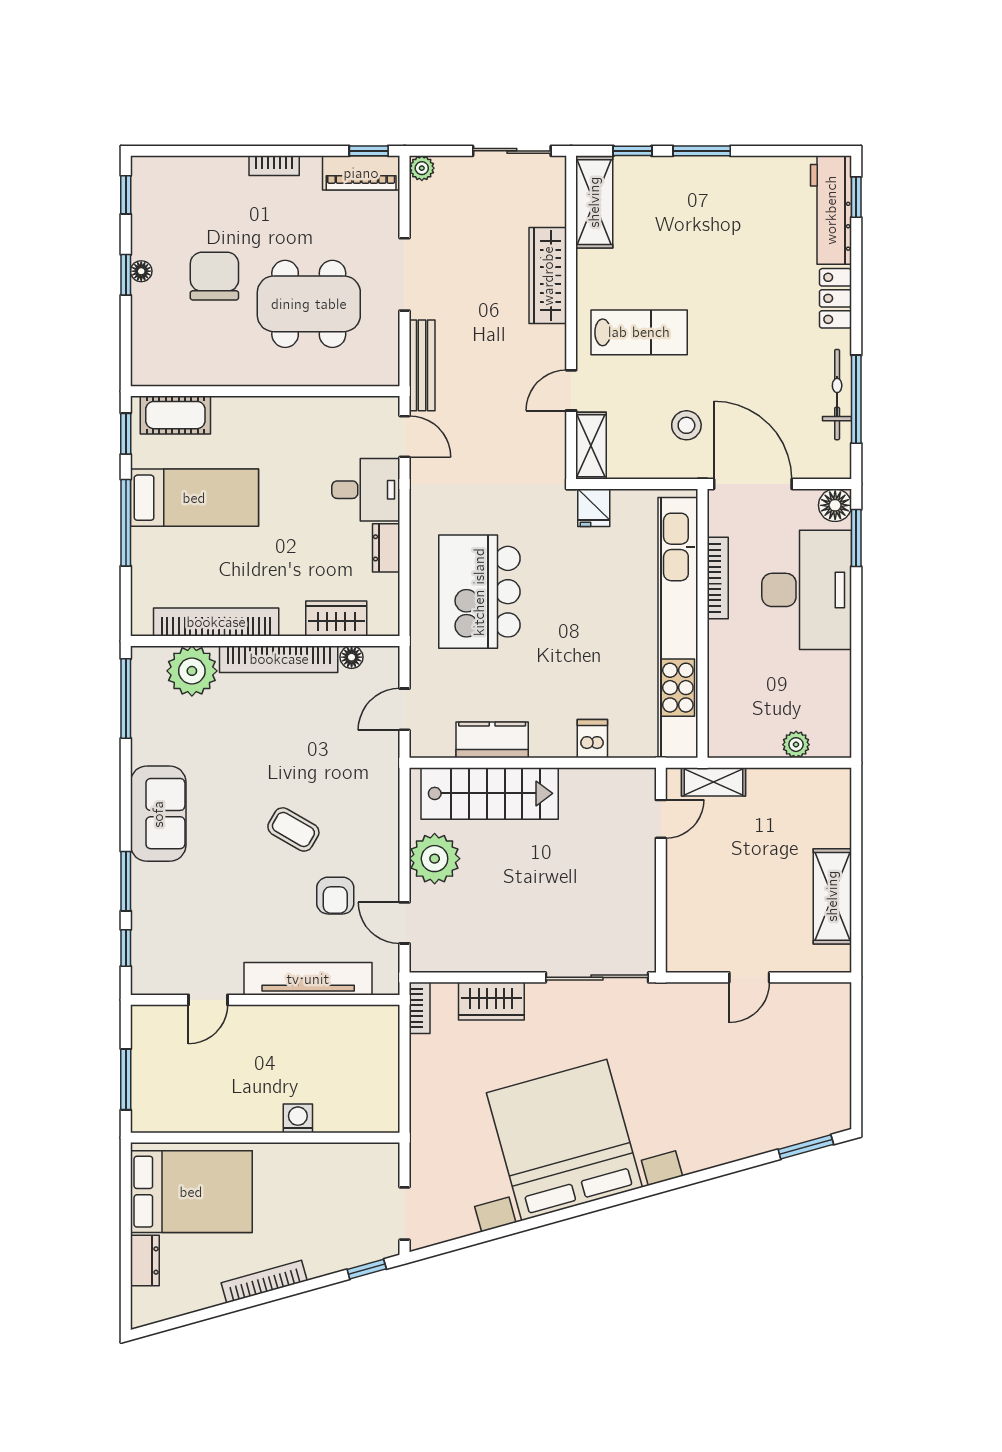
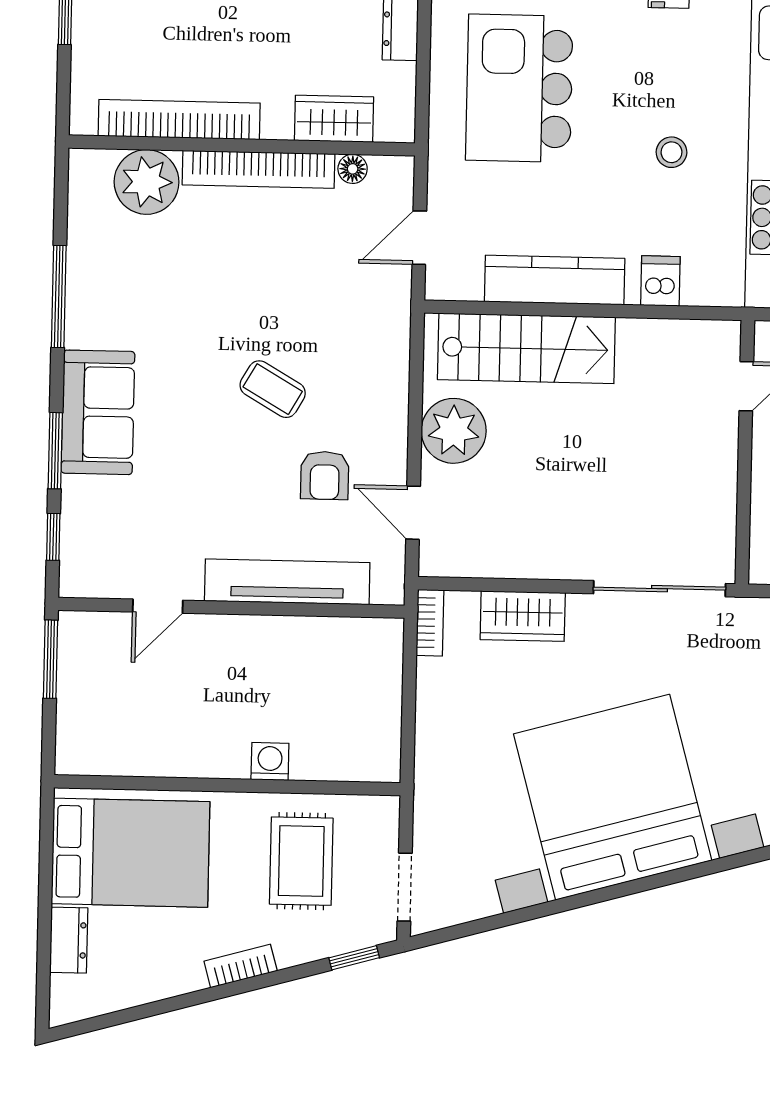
stool: (599, 639) -> (672, 152), added
window: (126, 698) -> (59, 296), moved
kitchen counter: (492, 740) -> (555, 280), width x1.50
sofa: (158, 814) -> (98, 412), moved
window: (126, 1079) -> (50, 659), moved
rug: (324, 1195) -> (301, 861), added
bookcase: (264, 1282) -> (241, 966), width x0.64

